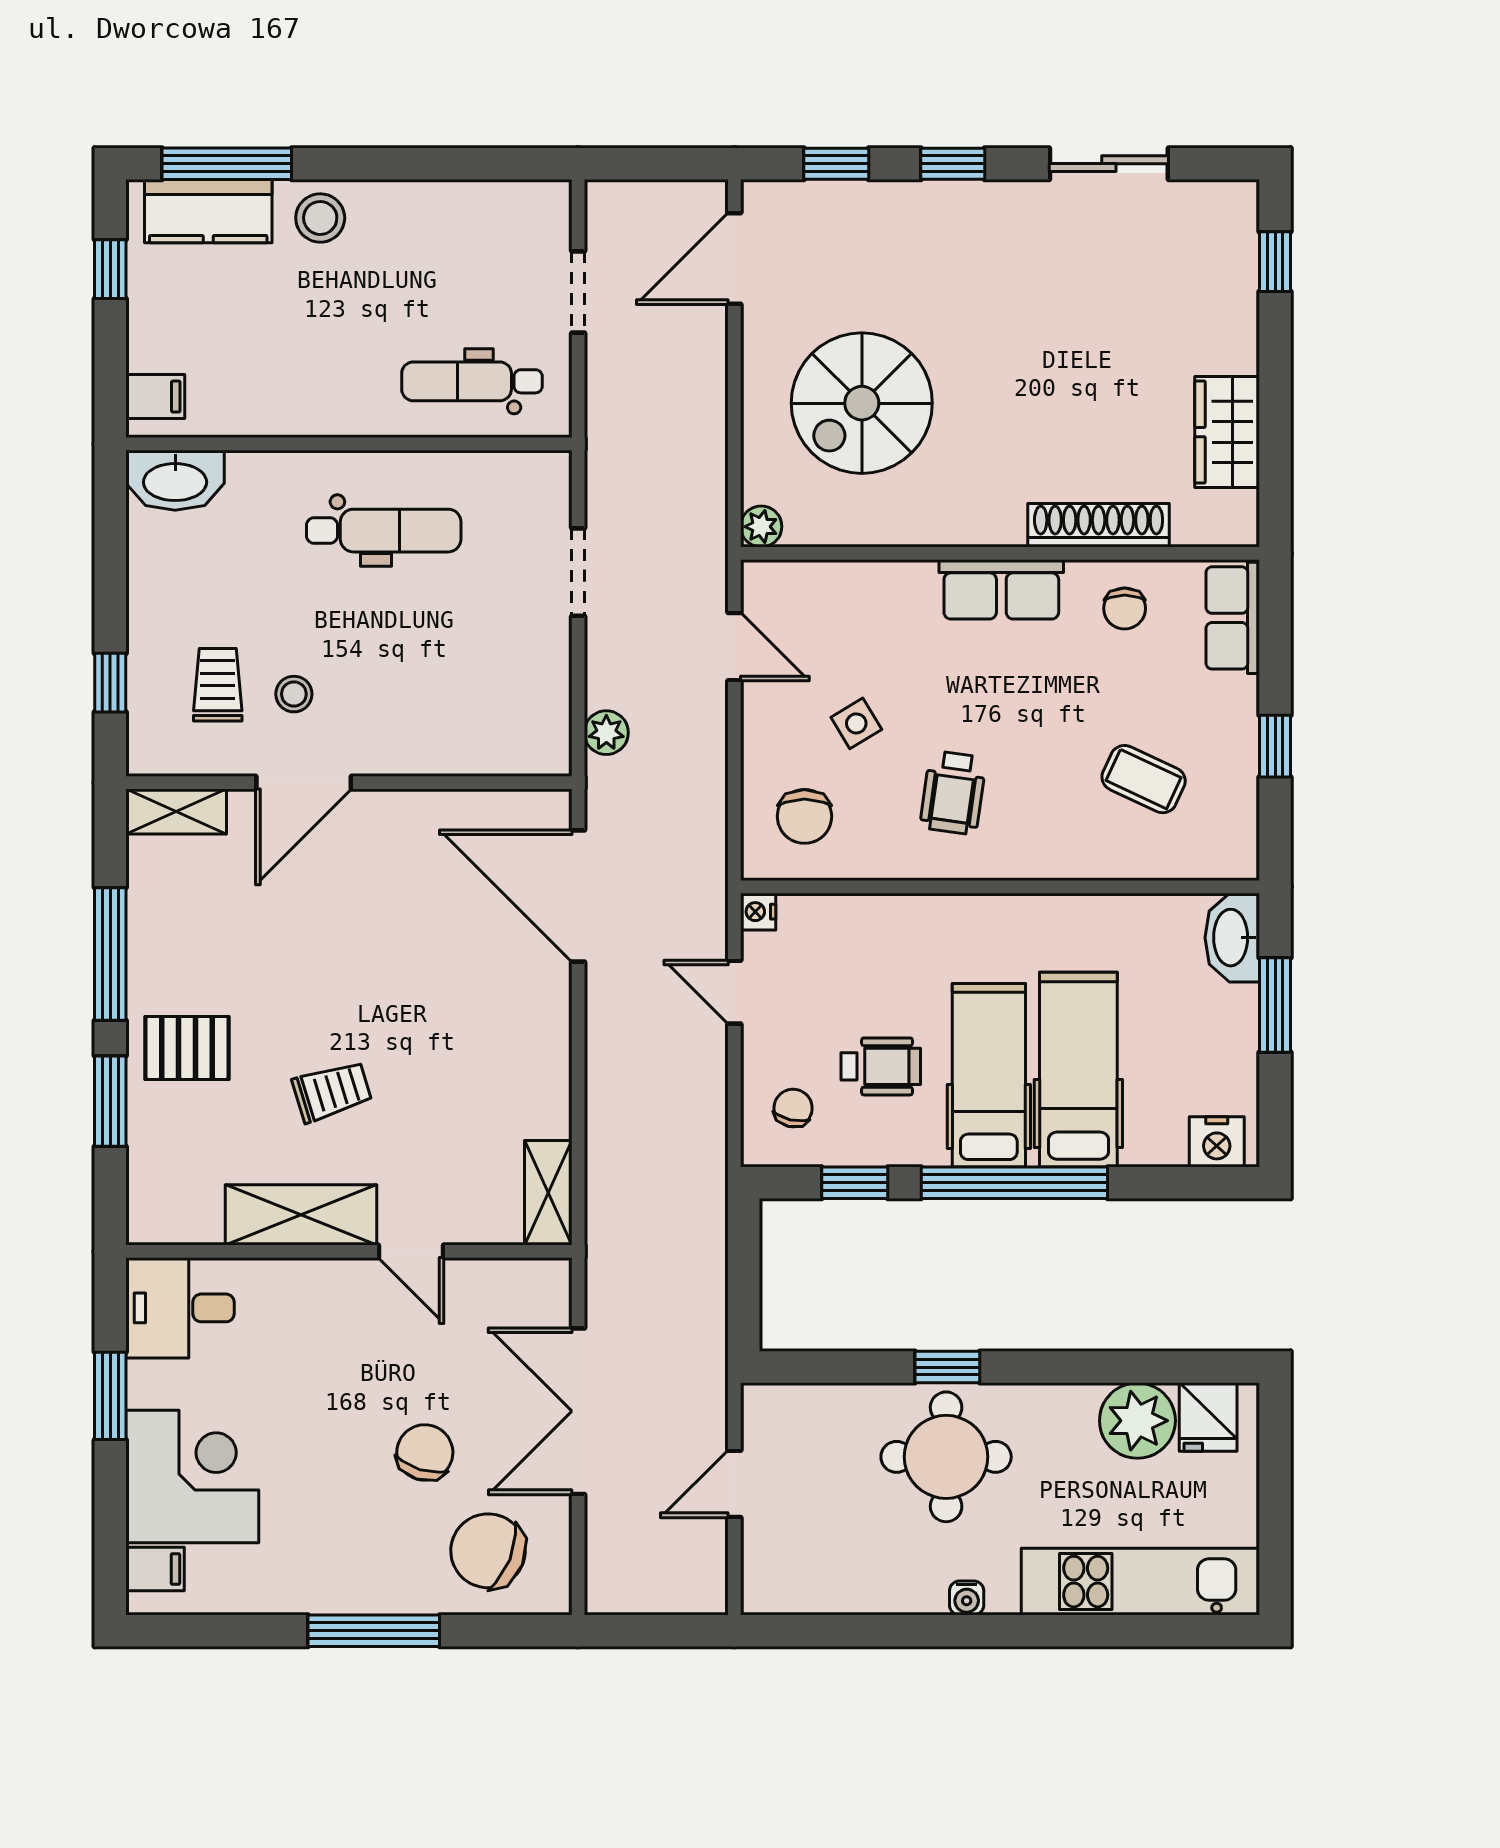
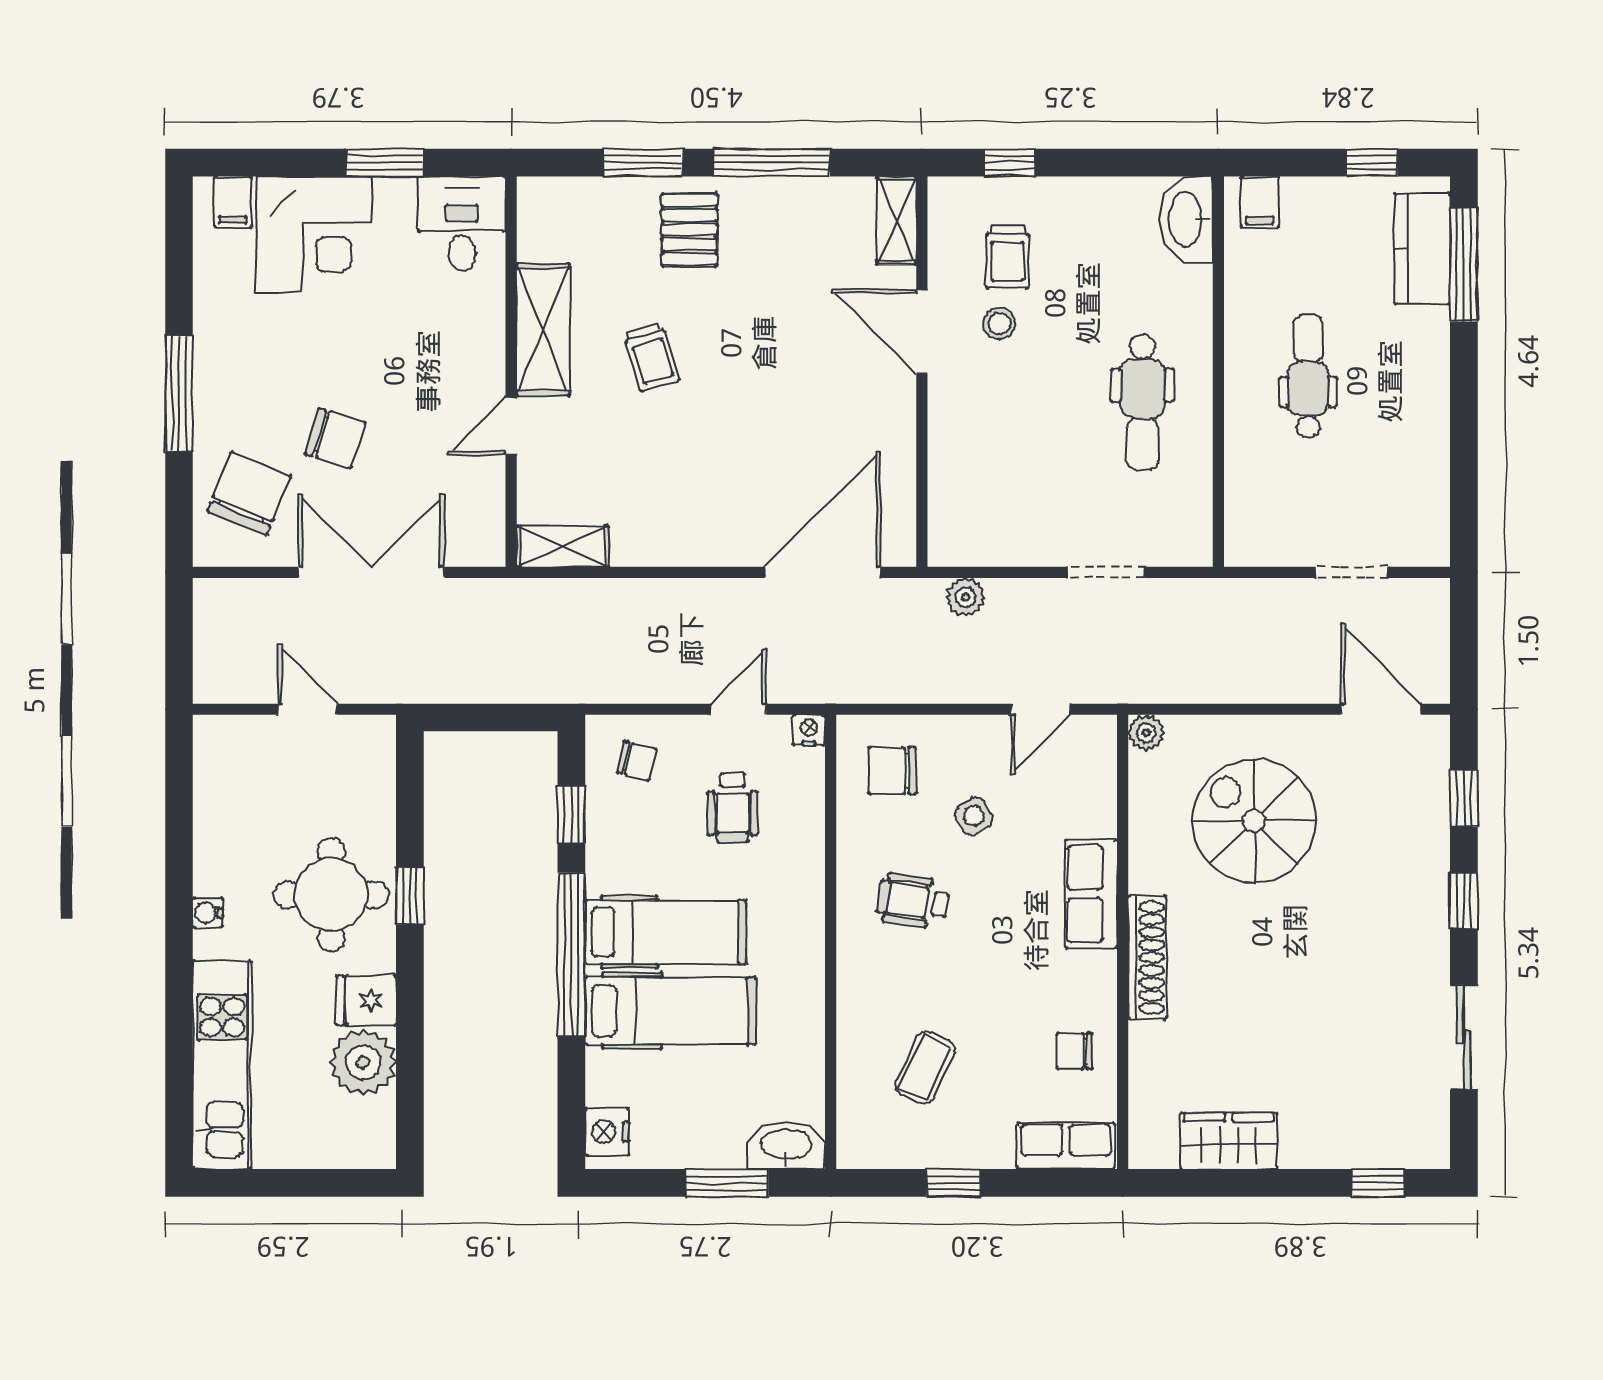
stool: (320, 218) -> (1416, 347), removed
dental chair: (472, 381) -> (1308, 376), moved
shoe rack: (1099, 525) -> (1147, 958), moved
row of seats: (1001, 589) -> (1091, 894), moved
trolley: (218, 685) -> (1007, 257), turned 90
wheelchair: (881, 1066) -> (733, 808), moved
fridge: (1208, 1417) -> (366, 1000), moved

